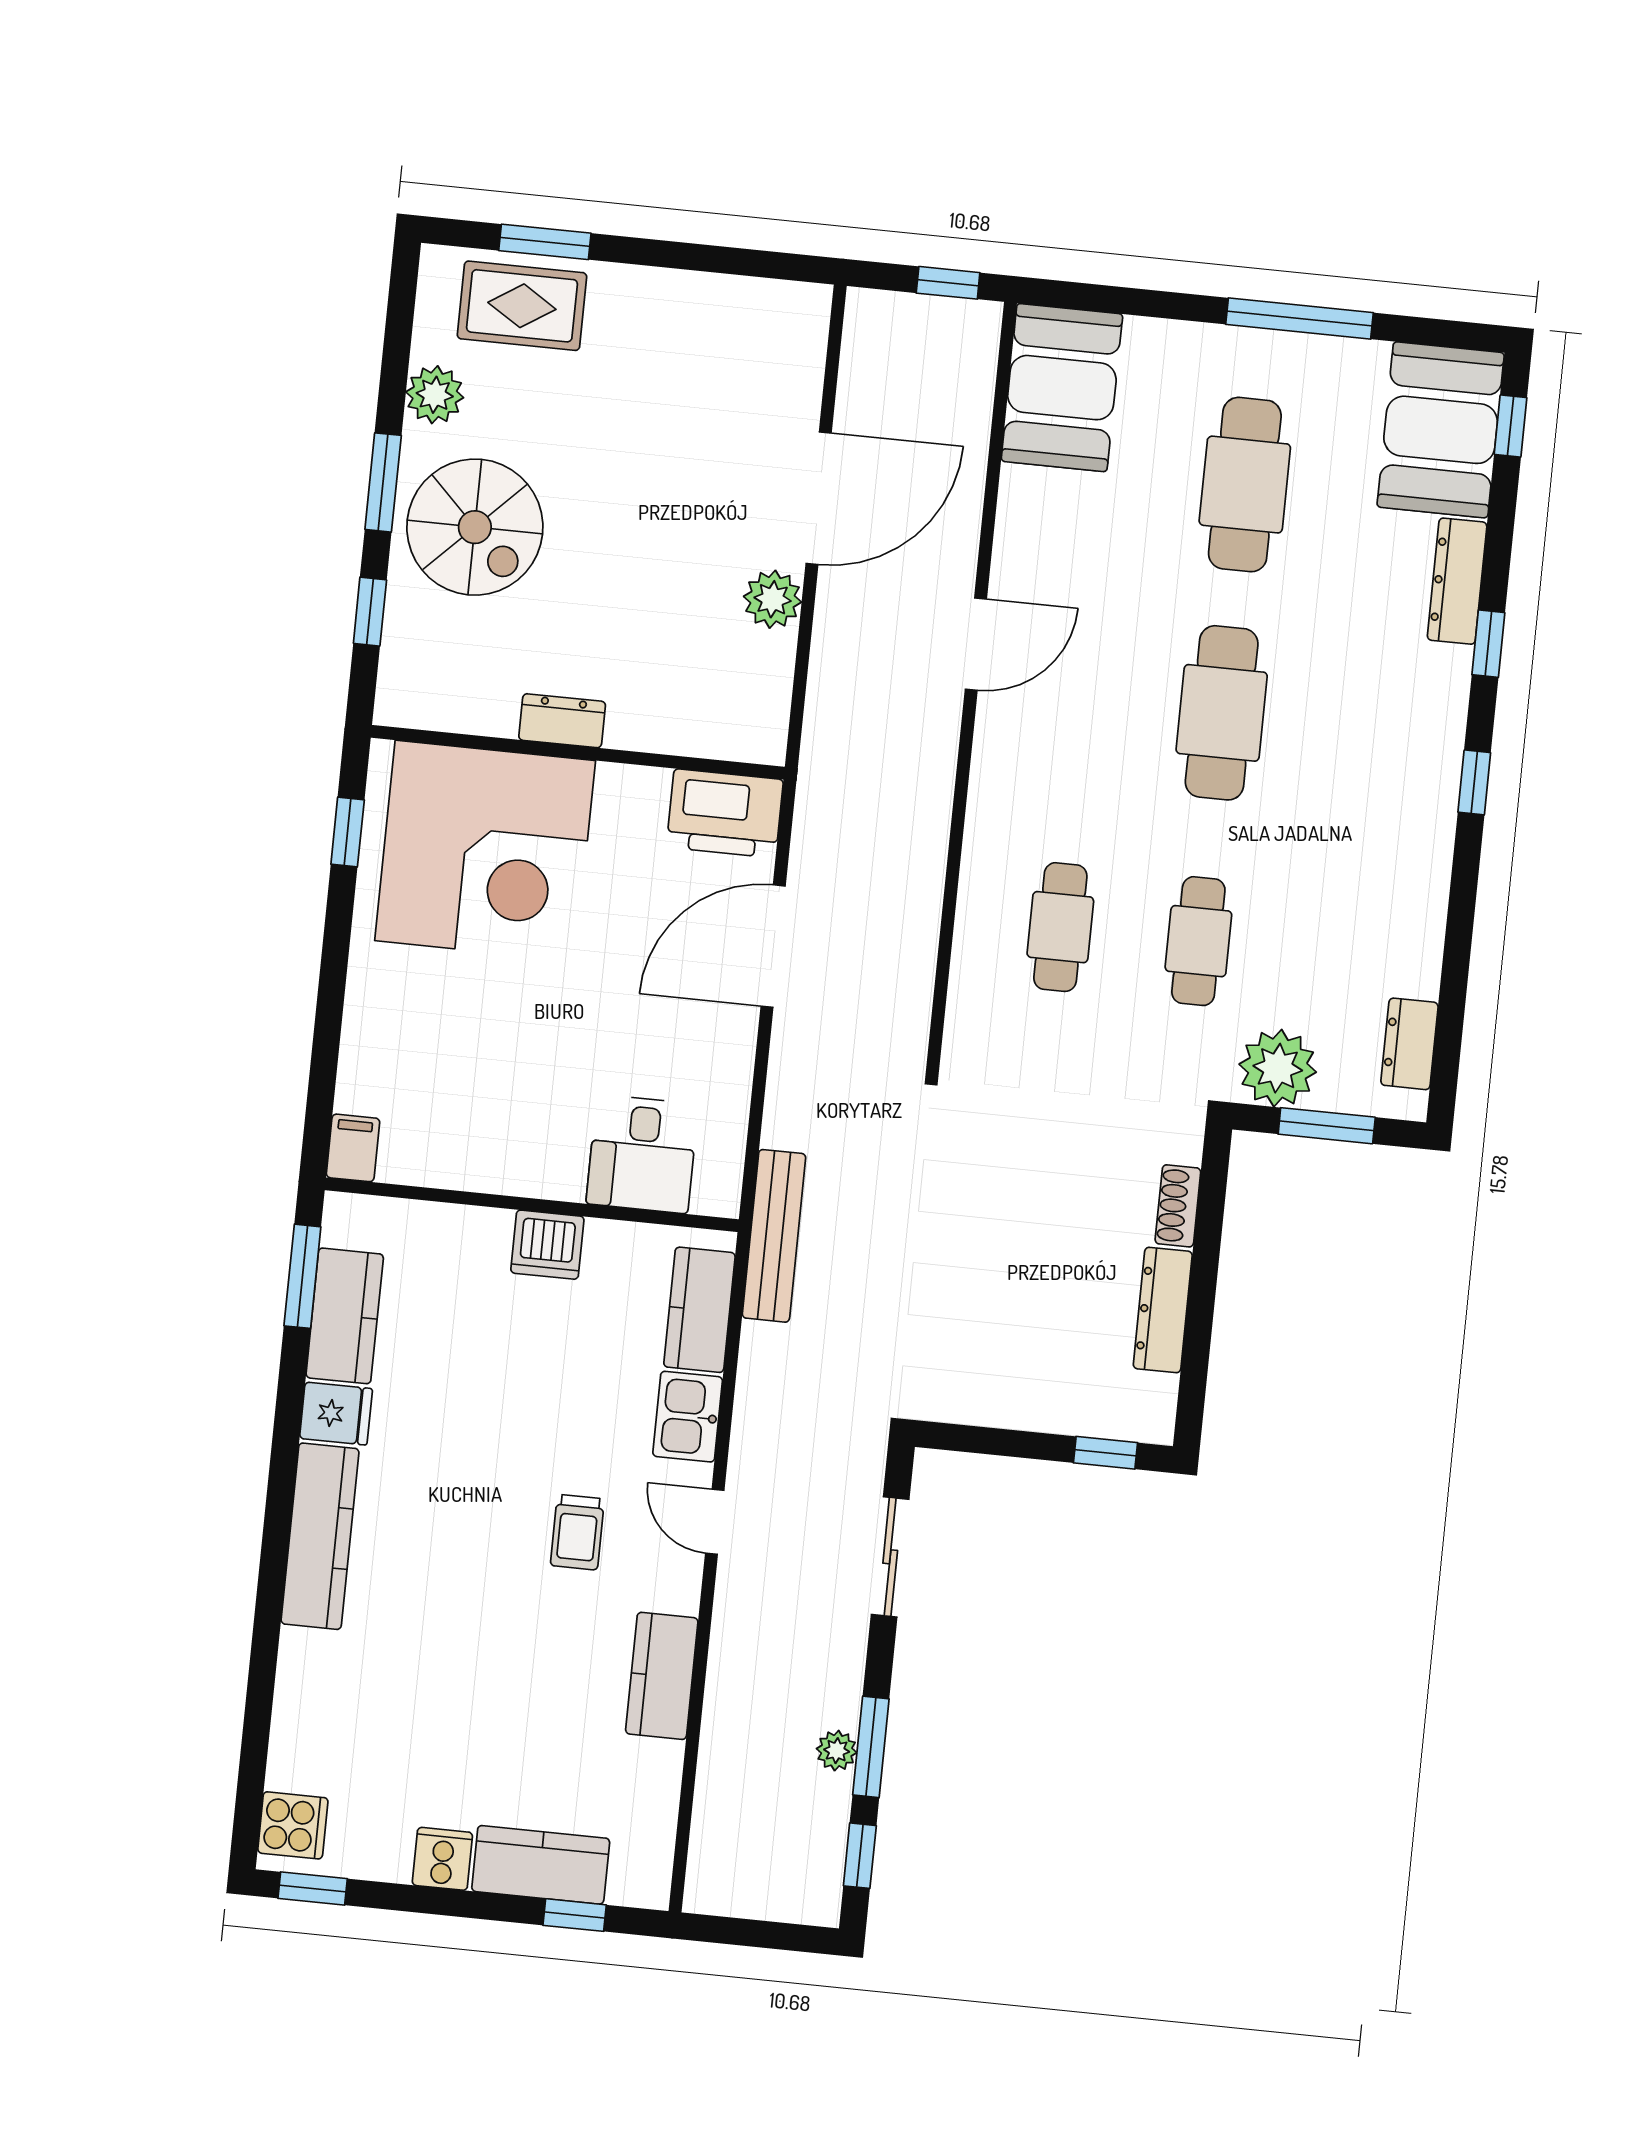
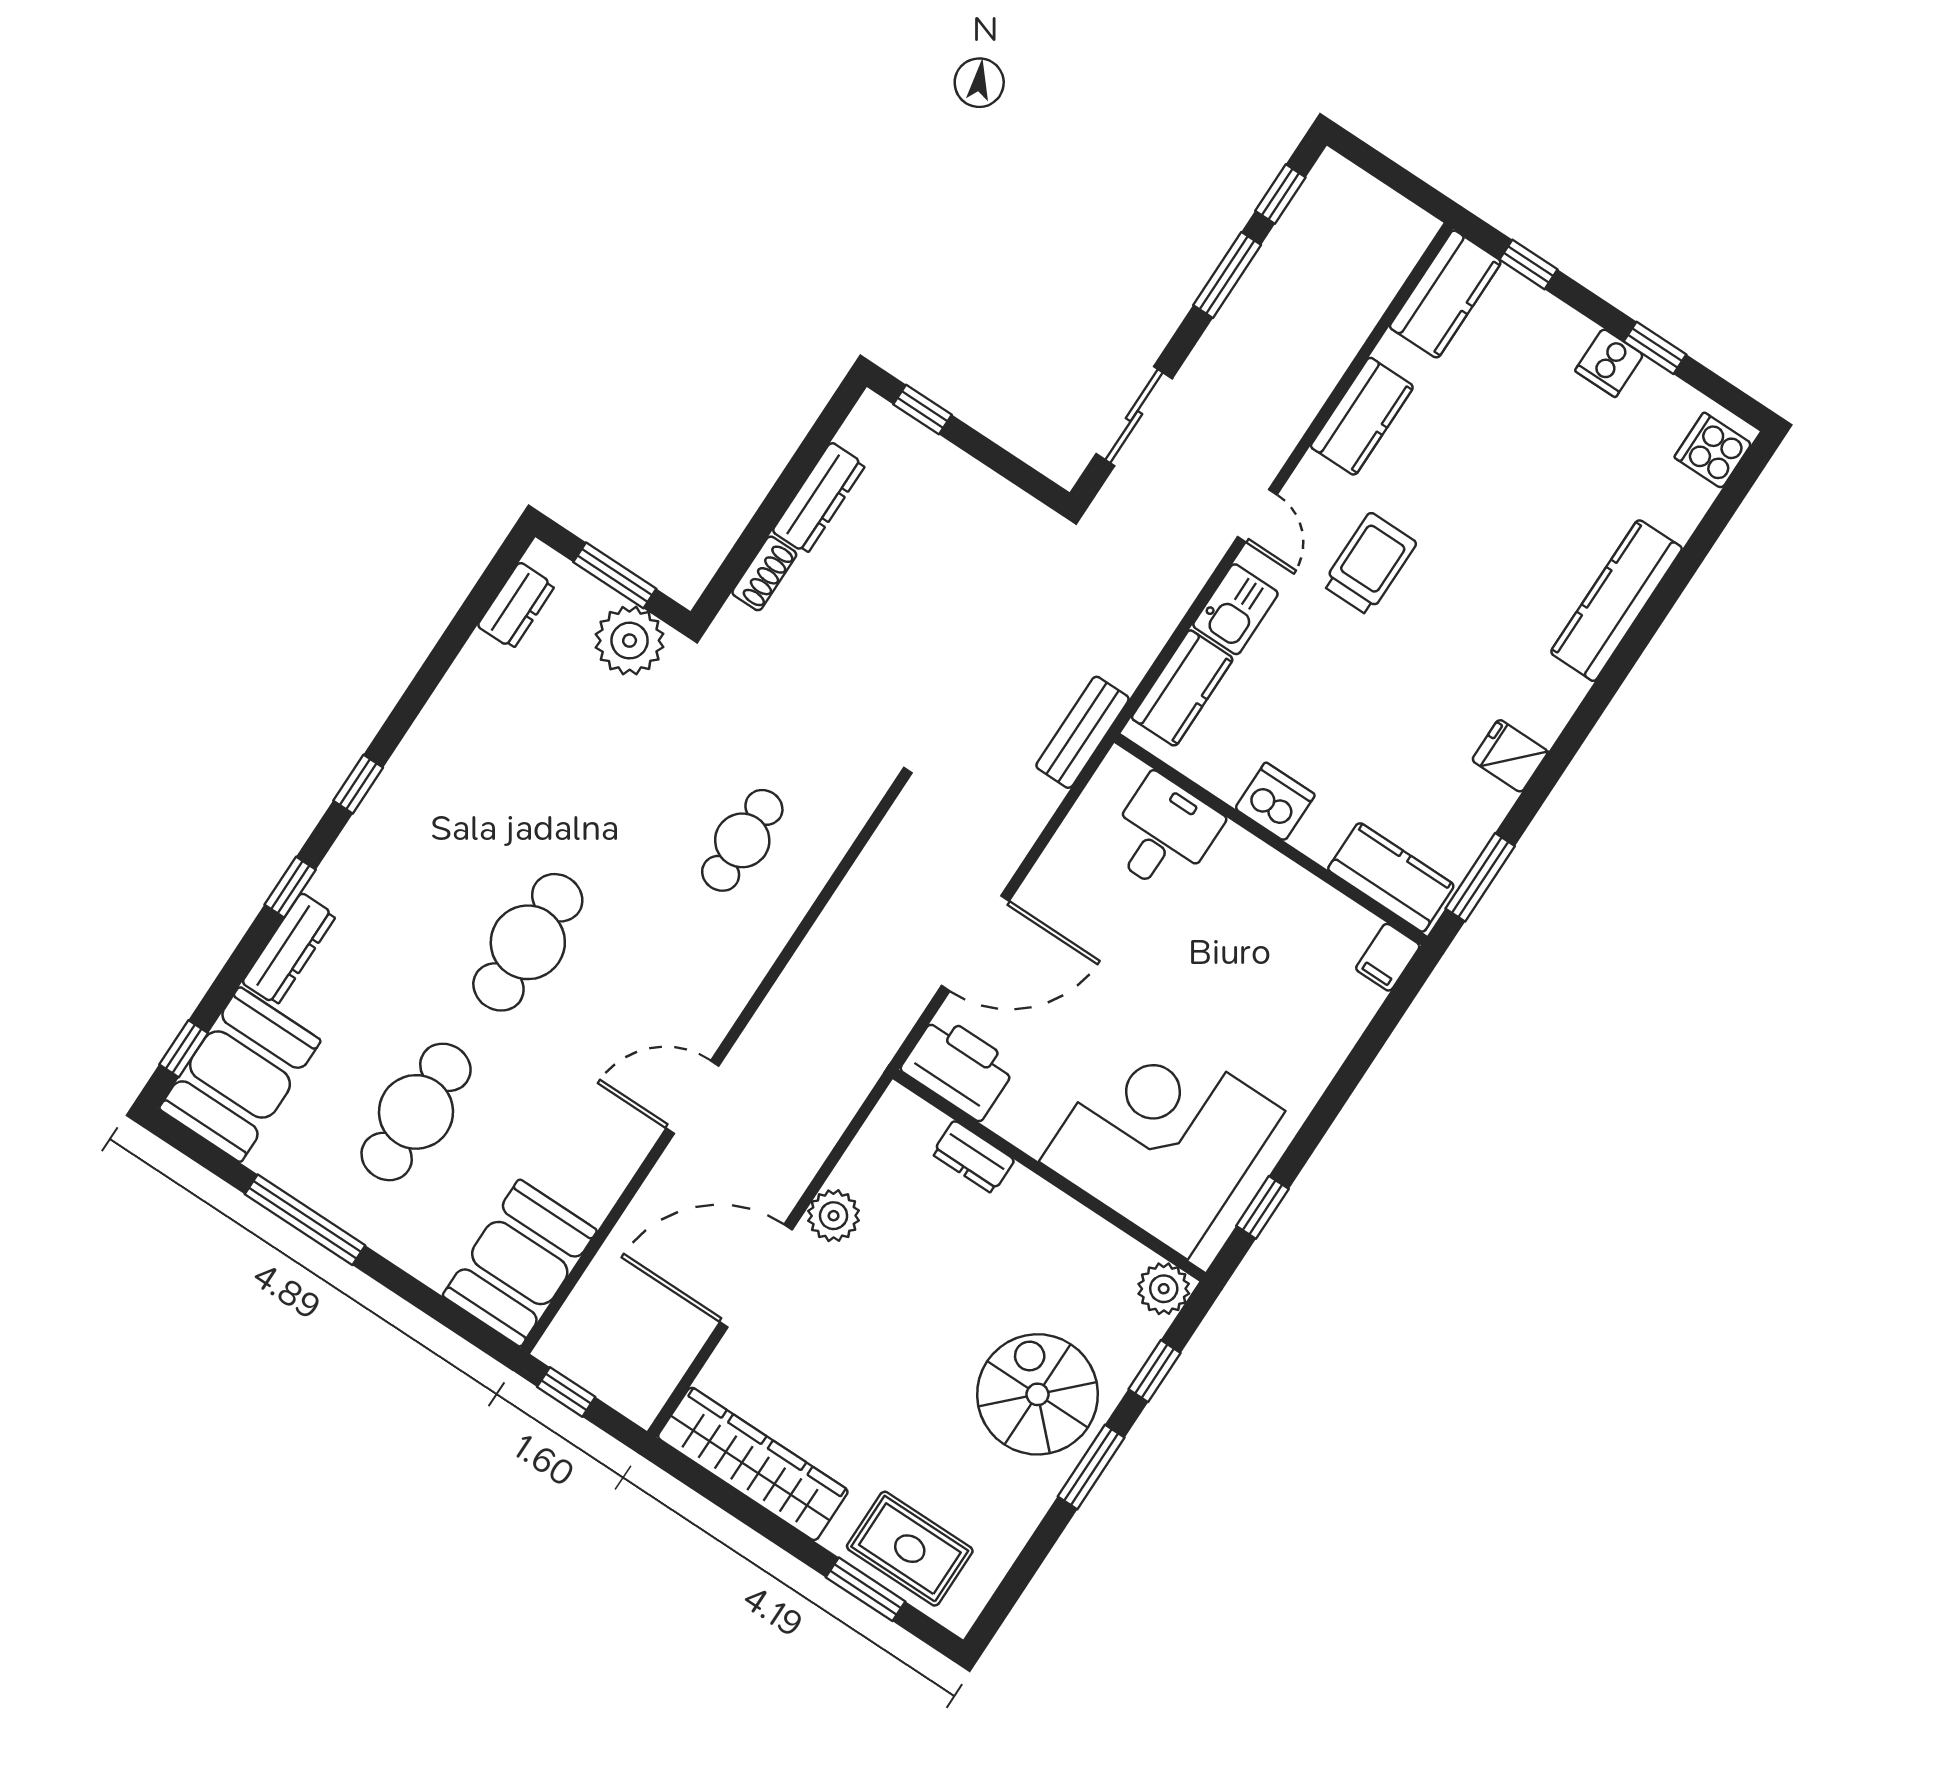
wardrobe: (723, 308) -> (753, 1464), added
plant: (435, 395) -> (1164, 1289), moved
dresser: (562, 721) -> (973, 1157), moved
cafe table: (1198, 941) -> (640, 773), removed
bench: (774, 1236) -> (1082, 732), width x0.73
kitchen counter: (345, 1316) -> (1391, 877), moved, turned 90
trolley: (577, 1532) -> (1369, 564), width x1.36, depth x1.39
kitchen counter: (320, 1536) -> (1616, 600), moved
plant: (837, 1751) -> (1256, 286), removed
kitchen counter: (541, 1865) -> (1445, 294), moved, turned -90
window: (313, 1888) -> (1655, 348), moved

